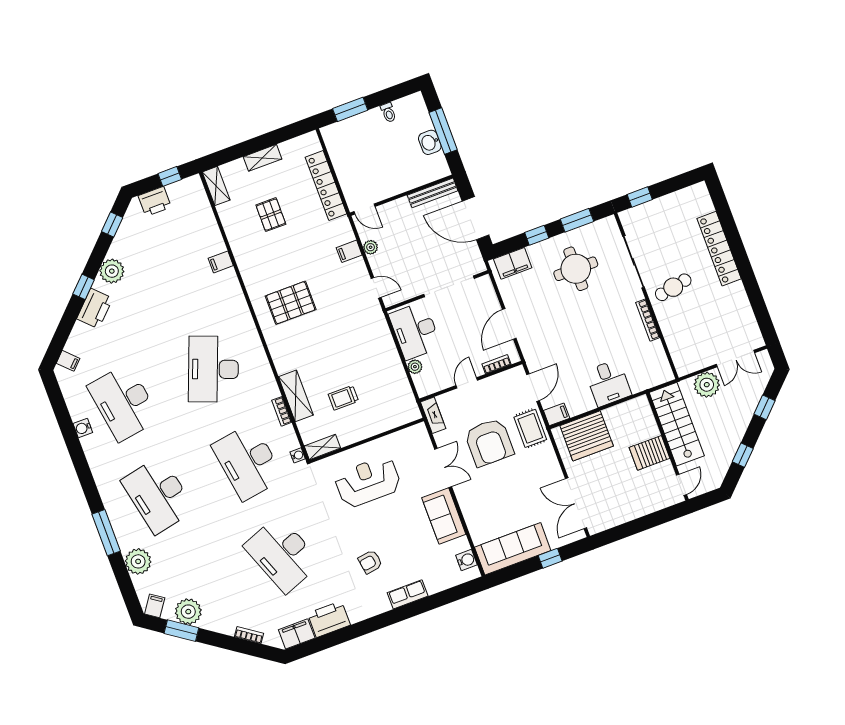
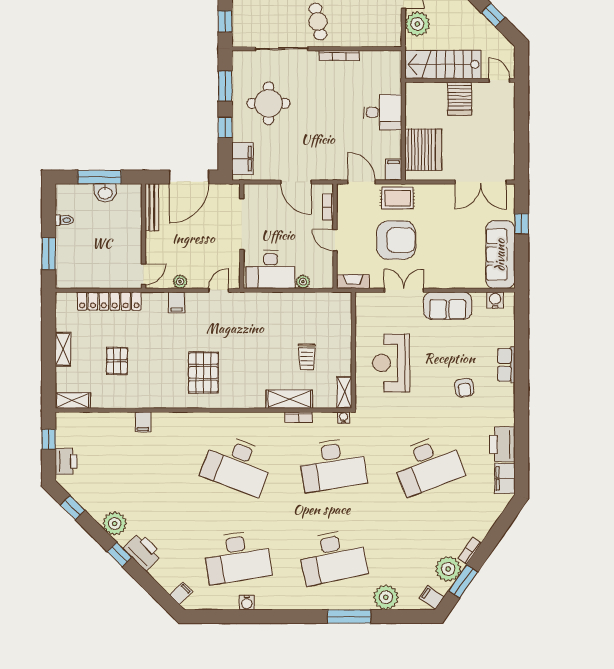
pallet: (271, 215) -> (117, 361), turned 90
bookcase: (249, 635) -> (470, 551), moved

